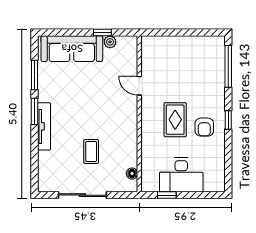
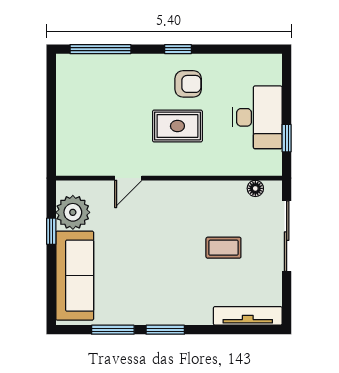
plant: (110, 42) -> (73, 212), width x1.87, depth x1.87
tv unit: (44, 126) -> (248, 316), moved
sliding door: (82, 195) -> (287, 236), moved

